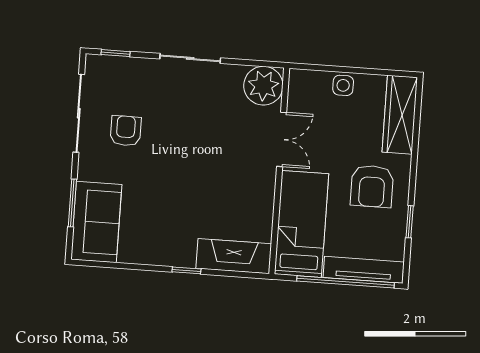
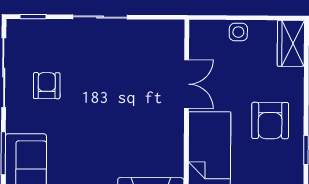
plant: (263, 86) -> (167, 37), removed
wardrobe: (400, 115) -> (291, 43), width x0.67

